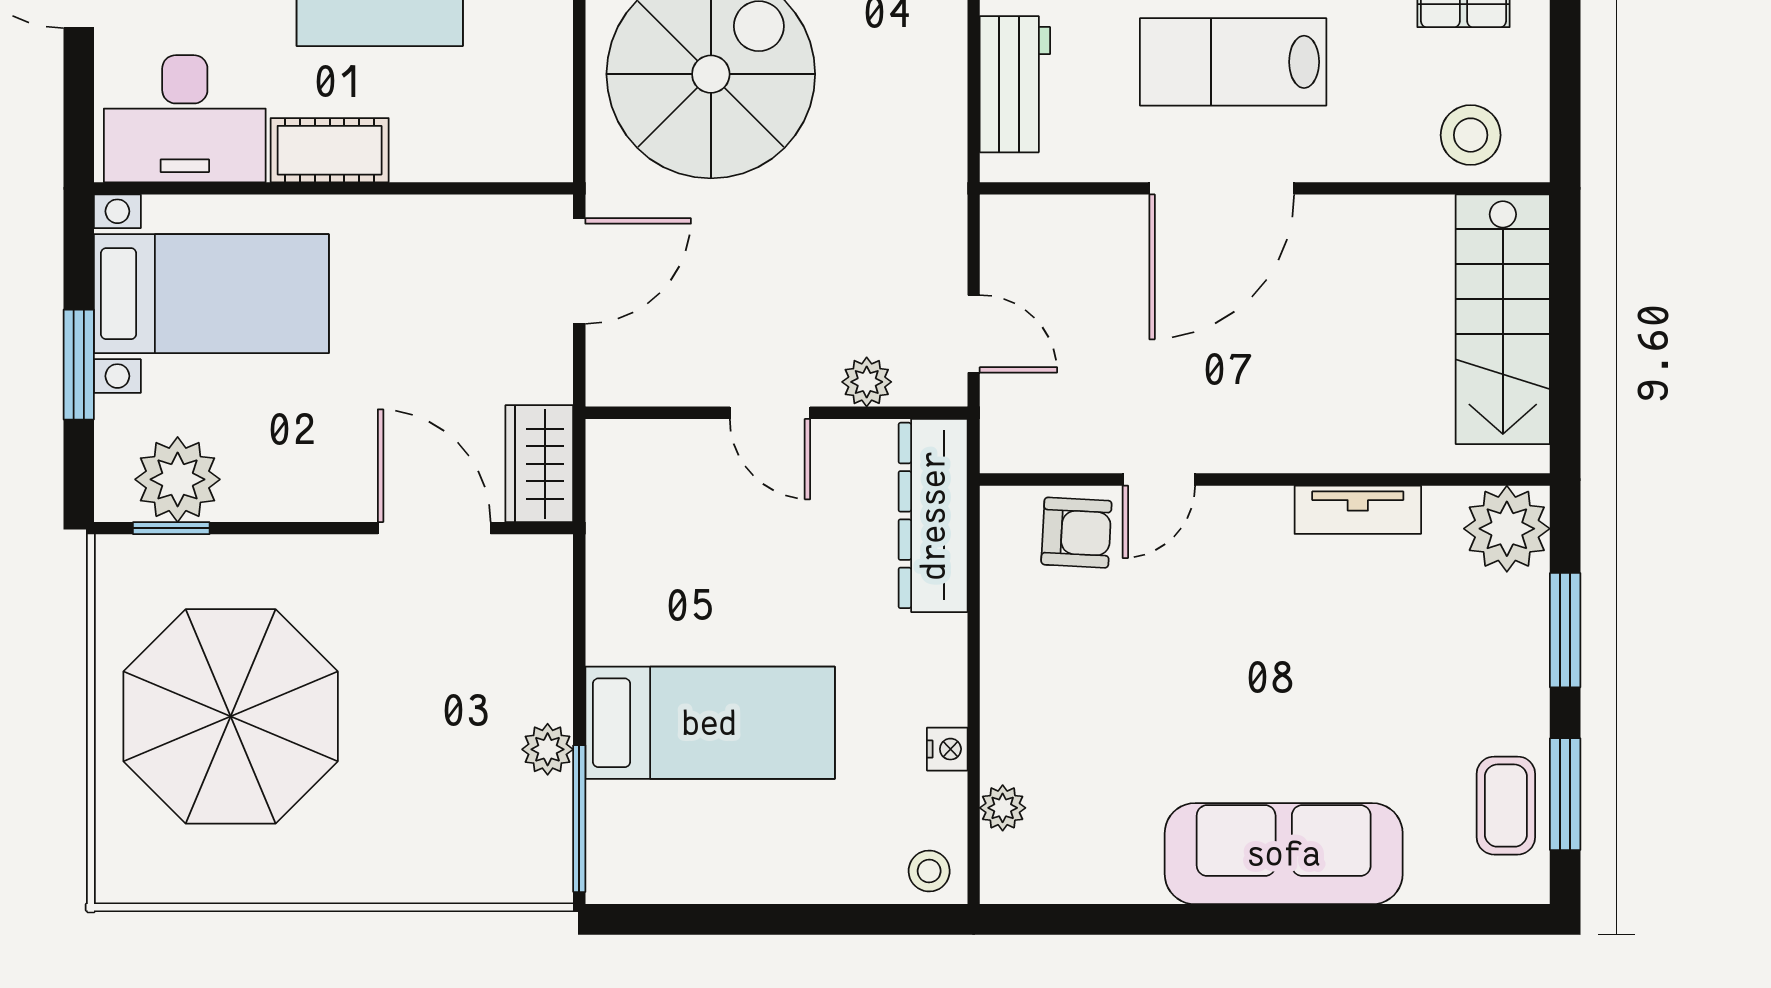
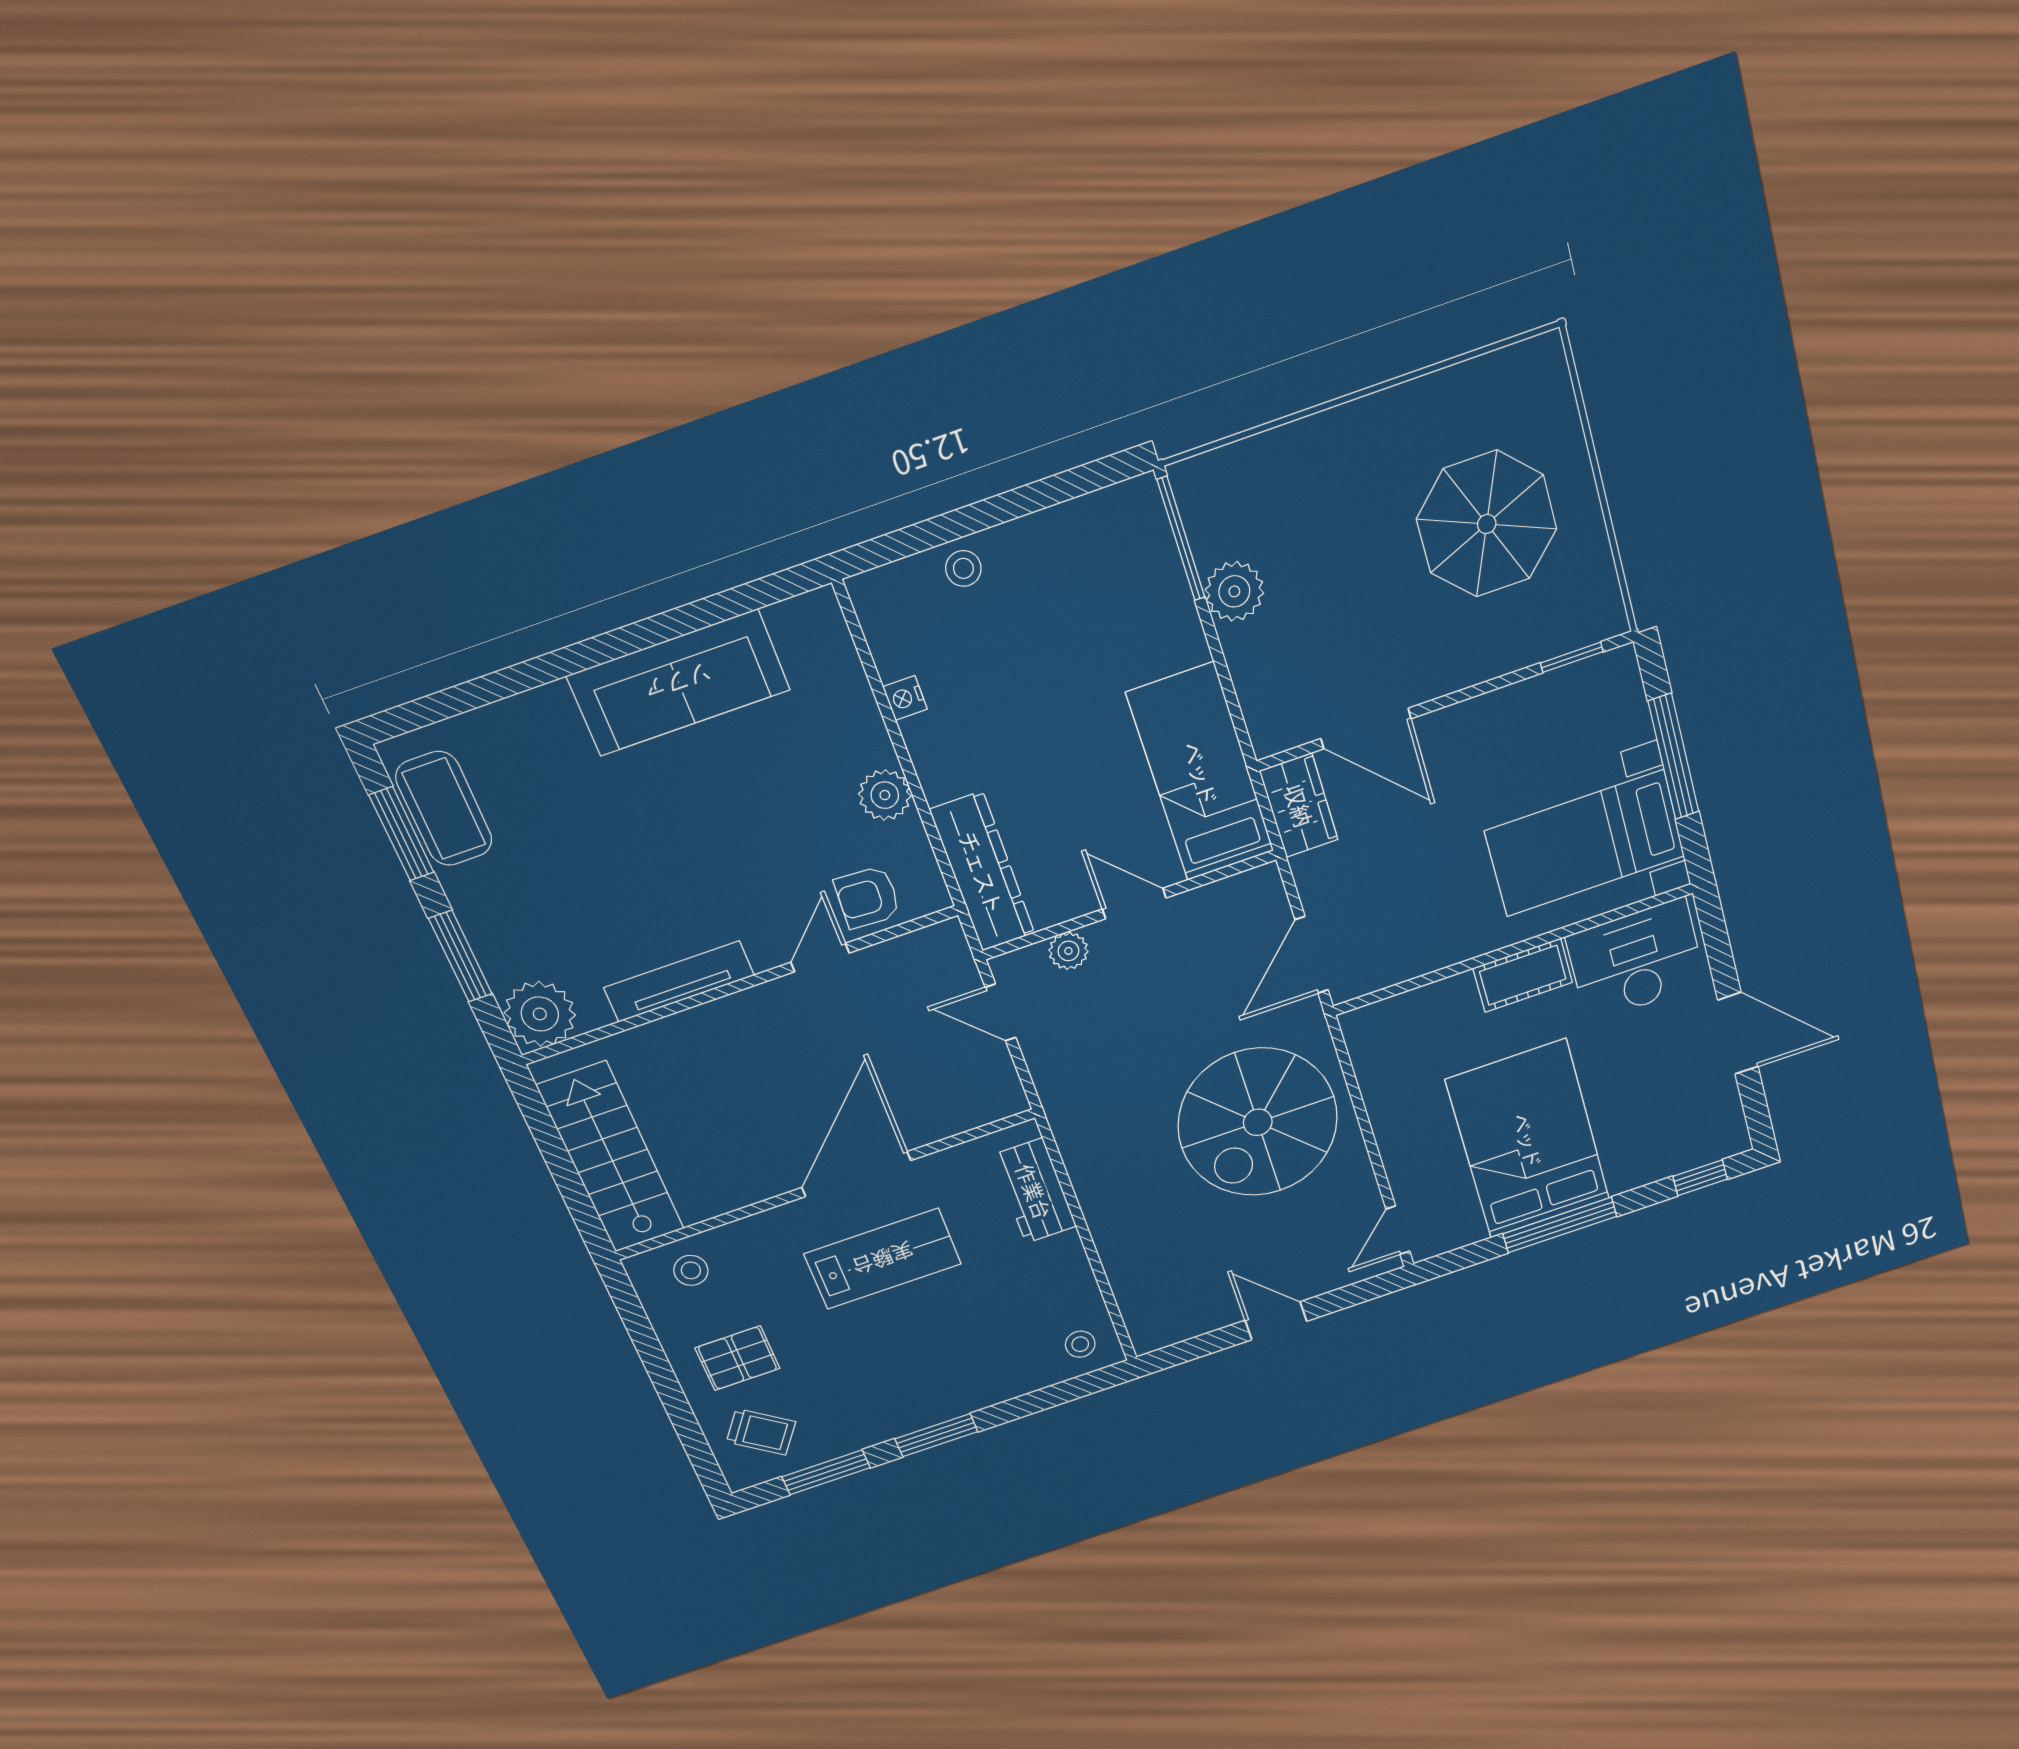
stool: (1471, 135) -> (691, 1270), width x0.73, depth x0.73
window: (79, 365) -> (1674, 757), width x1.44
plant: (178, 479) -> (1576, 697), removed
tv unit: (1358, 510) -> (679, 981), width x1.41
parasol: (231, 716) -> (1487, 524), width x0.73, depth x0.73
bed: (710, 723) -> (1201, 773), moved, turned 90
plant: (548, 749) -> (1234, 591), width x1.38, depth x1.38
coffee table: (1506, 806) -> (444, 809), width x1.36, depth x1.30
plant: (1003, 808) -> (885, 795), moved, width x1.38, depth x1.38
sofa: (1284, 854) -> (678, 683), moved
stool: (929, 871) -> (963, 568), moved

